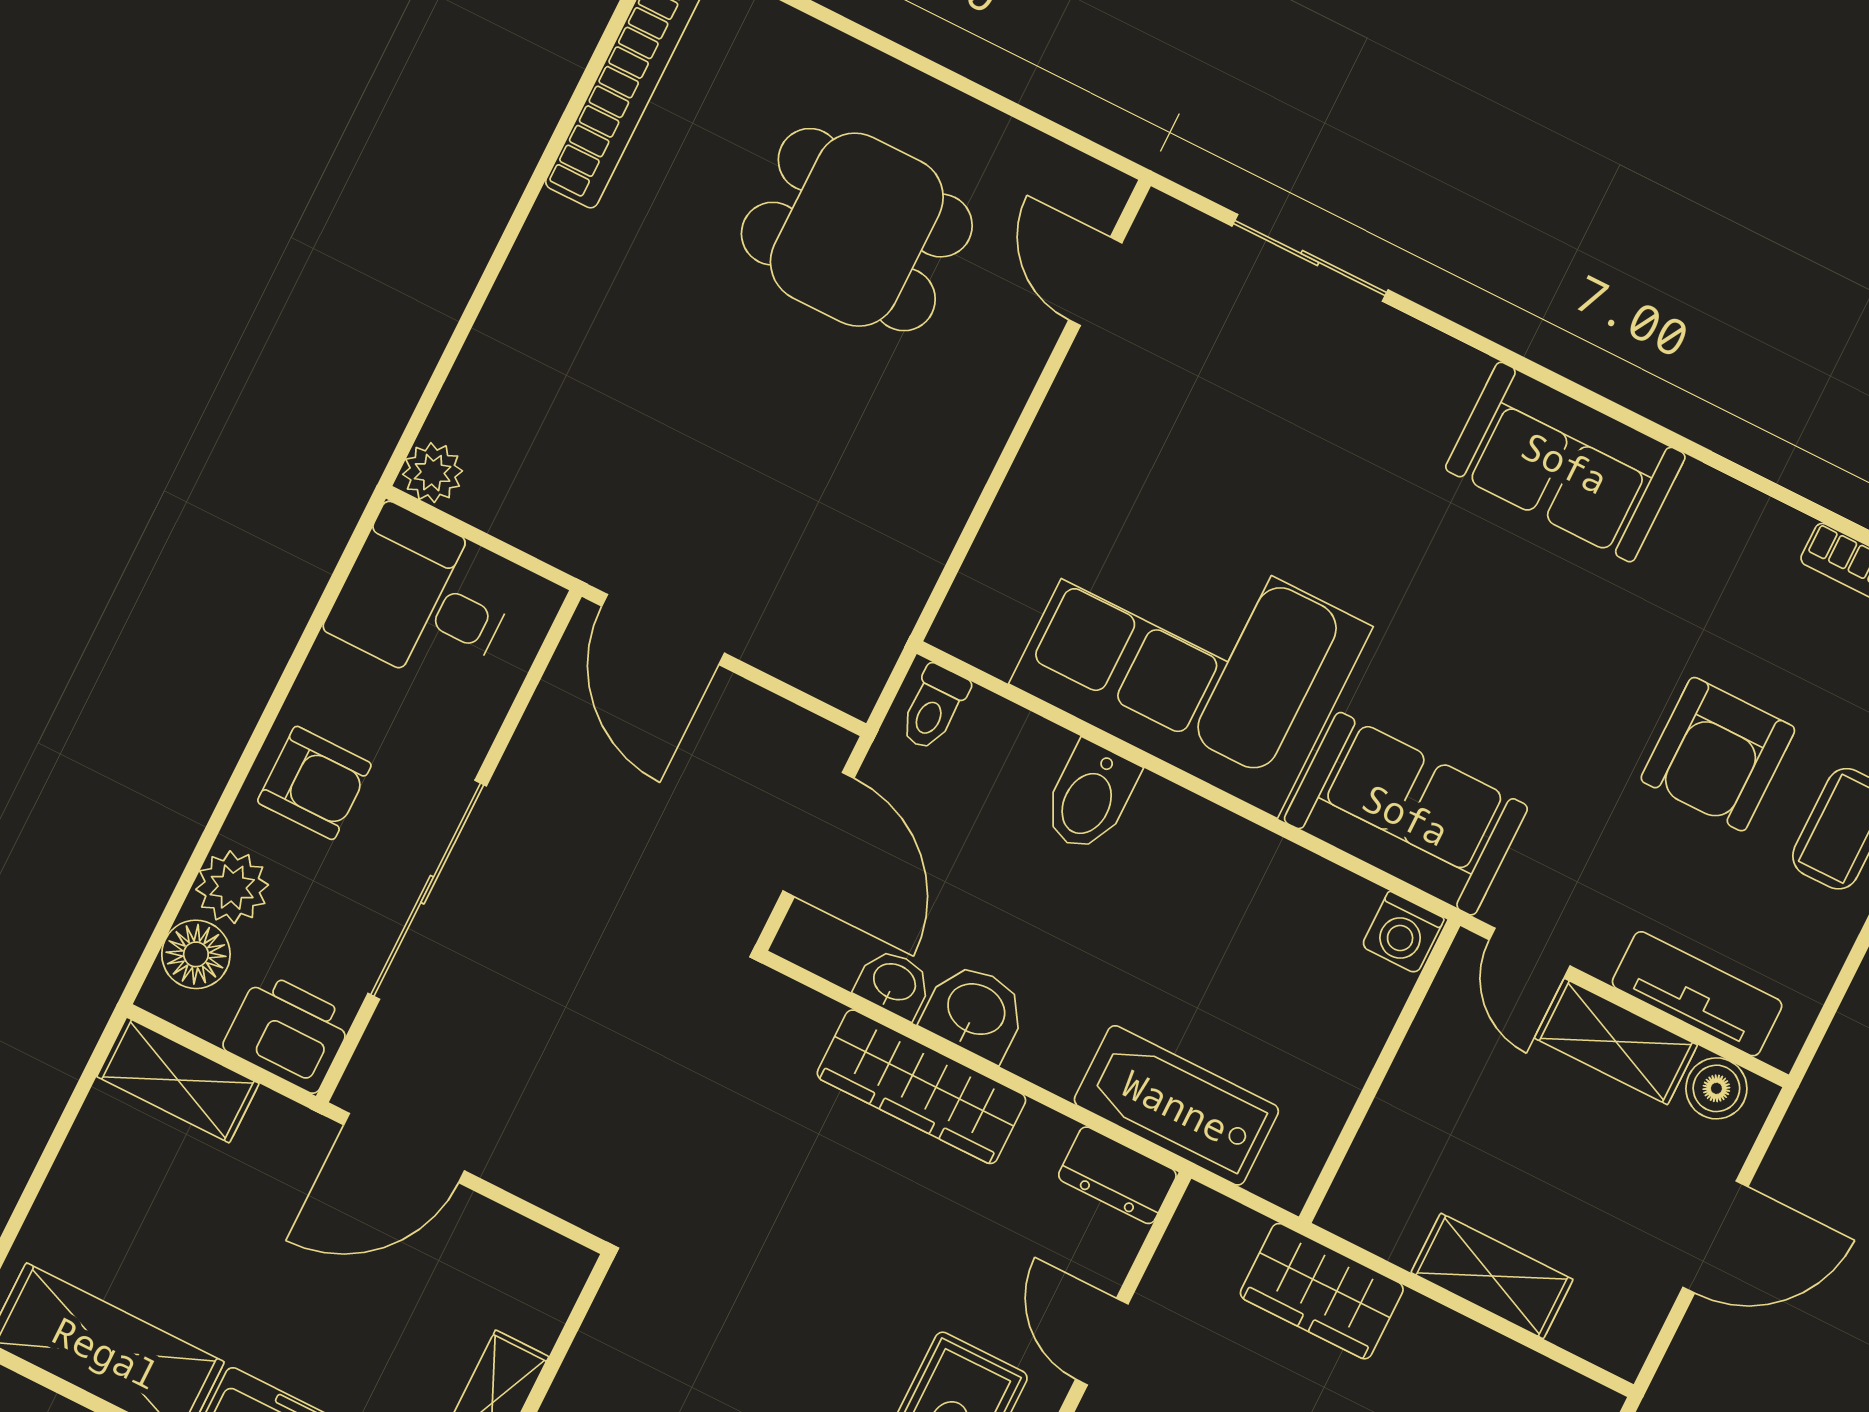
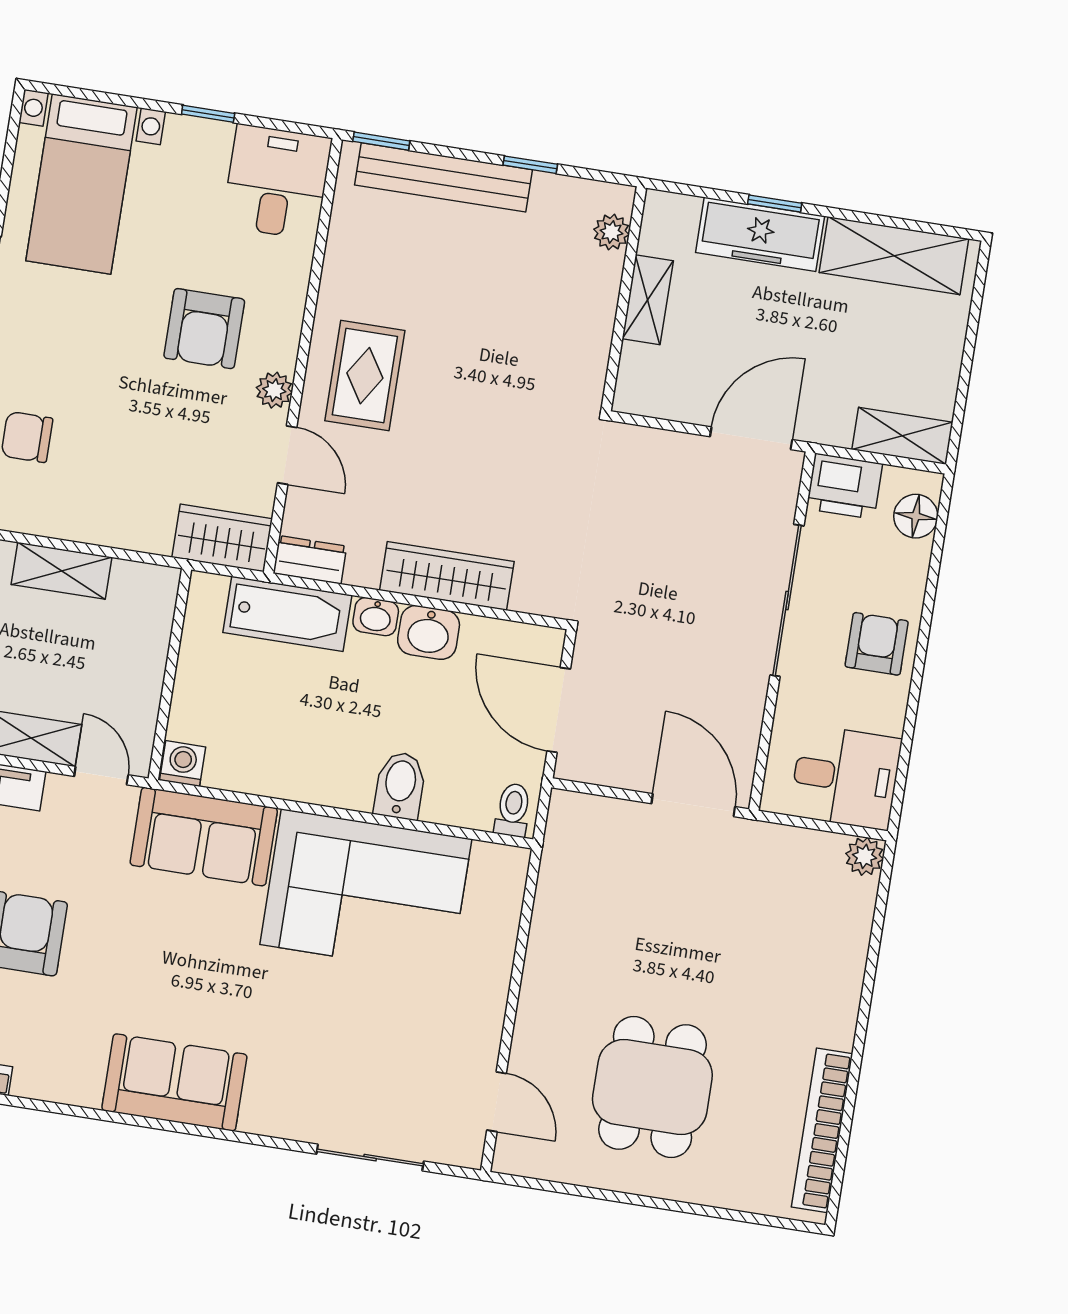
dining table: (857, 230) -> (652, 1087), turned 90
armchair: (314, 783) -> (877, 644), turned 90
plant: (232, 887) -> (907, 564), removed
washbasin: (894, 983) -> (376, 617), moved
wardrobe: (1322, 1291) -> (222, 538), moved

